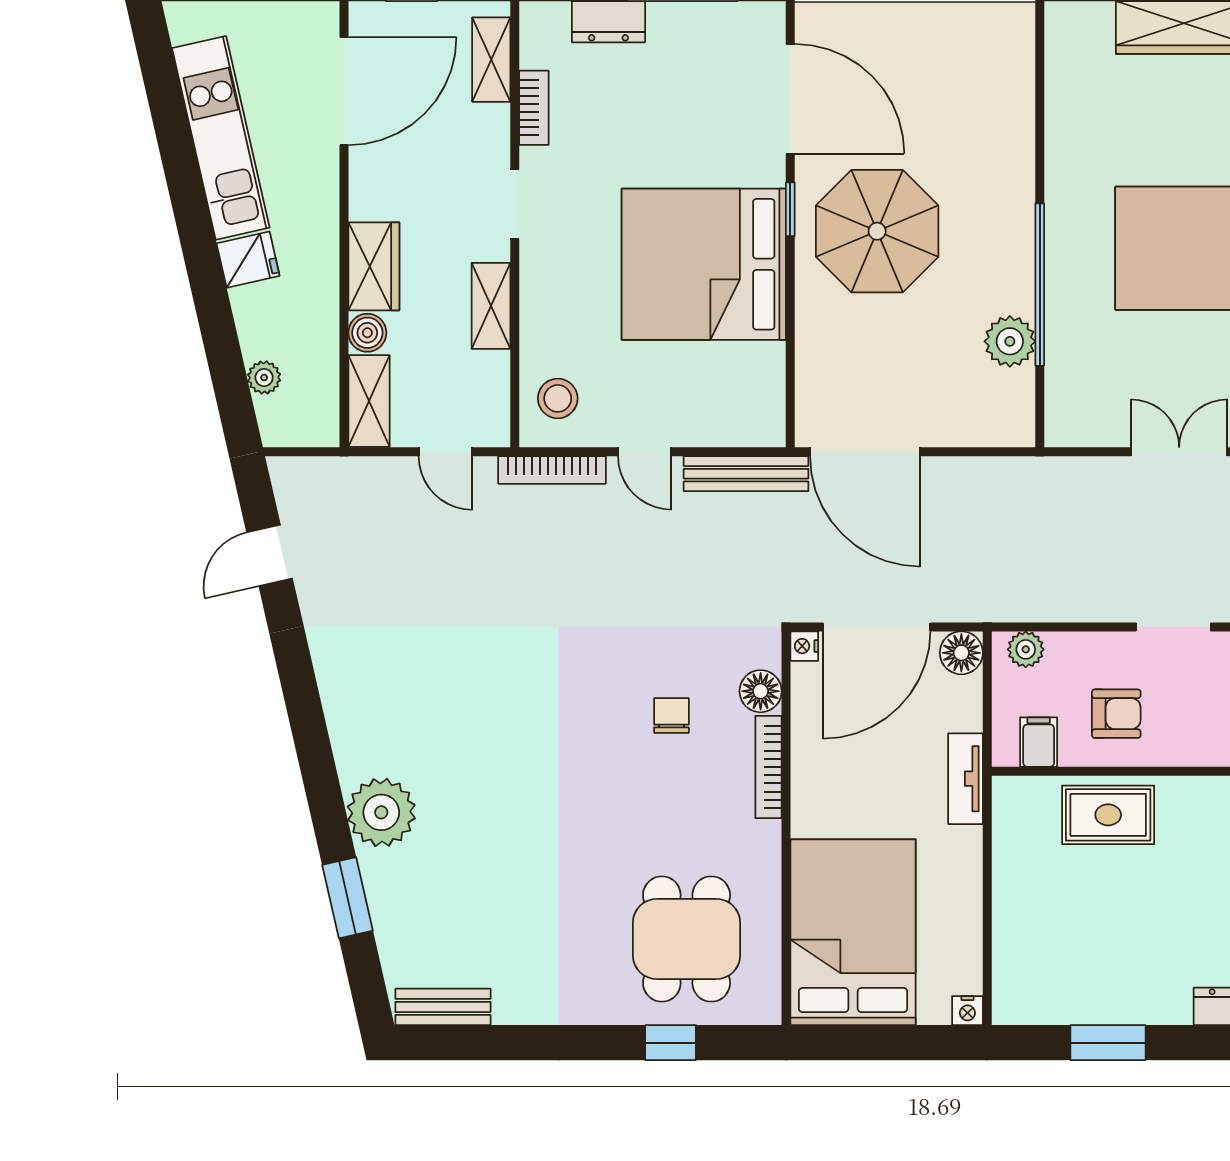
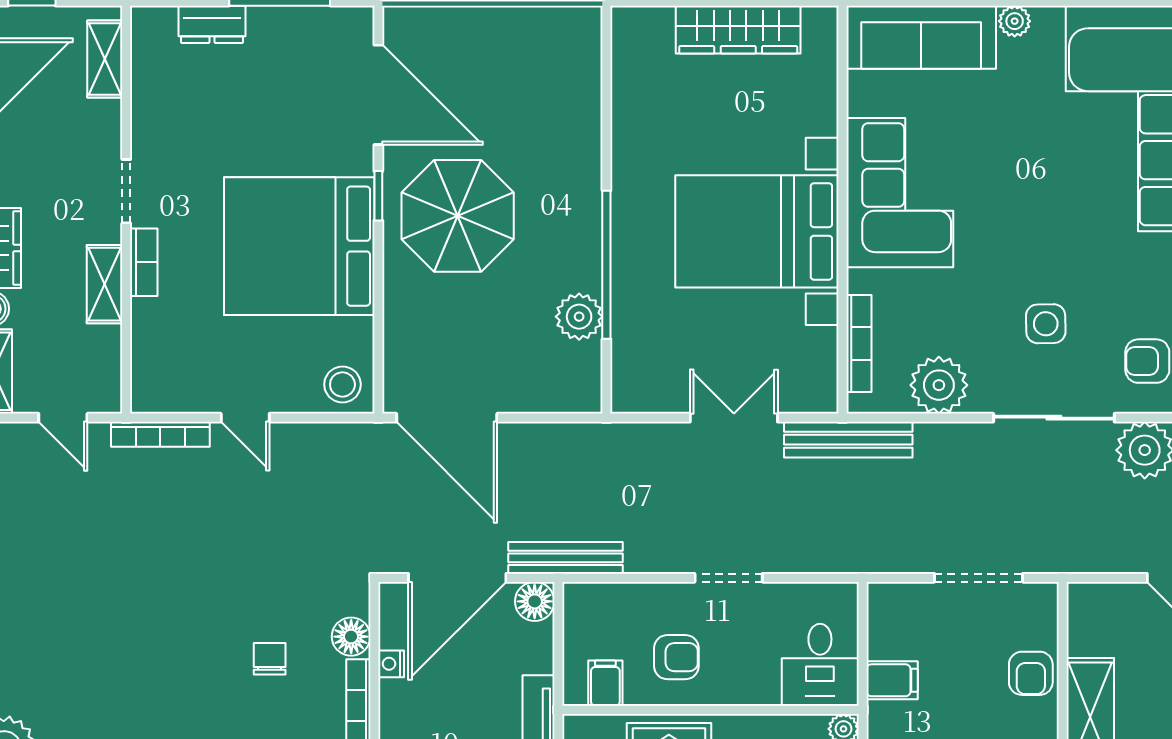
bookcase: (534, 108) -> (144, 262), moved
stool: (558, 398) -> (342, 384), moved
bench: (746, 474) -> (565, 558), moved
nightstand: (804, 646) -> (391, 664), moved
plant: (1026, 649) -> (594, 598), removed

